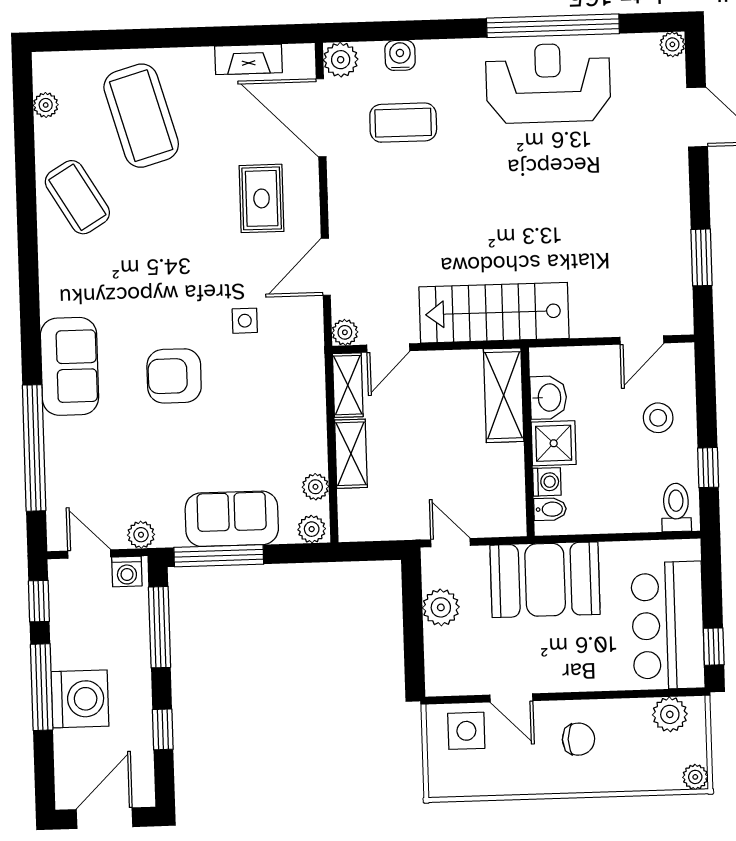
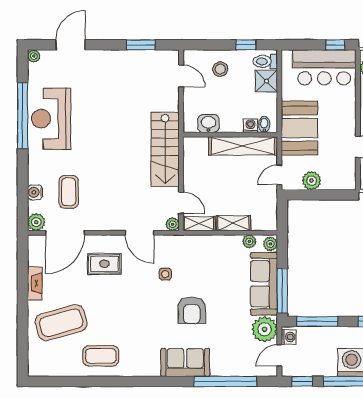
fireplace: (249, 59) -> (35, 283), moved
plant: (46, 105) -> (54, 370), removed
coffee table: (77, 197) -> (101, 356), turned 31
shelving: (504, 395) -> (243, 146), moved, width x1.47
shower: (554, 443) -> (266, 81), moved
sofa: (232, 519) -> (264, 284), width x1.36
plant: (141, 535) -> (265, 329), width x1.87, depth x1.87

